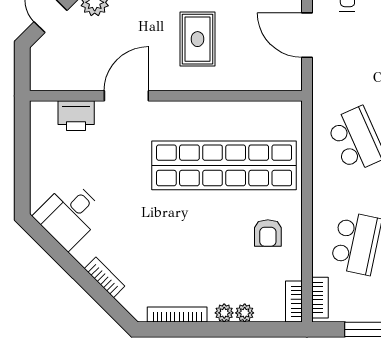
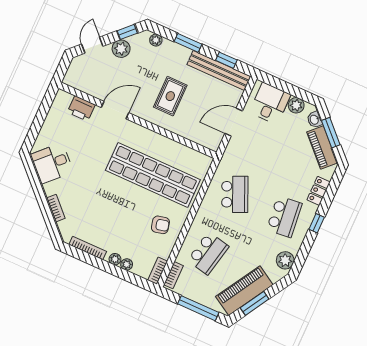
door: (307, 35) -> (234, 122), hinge flipped
armchair: (268, 233) -> (160, 225), turned -103

